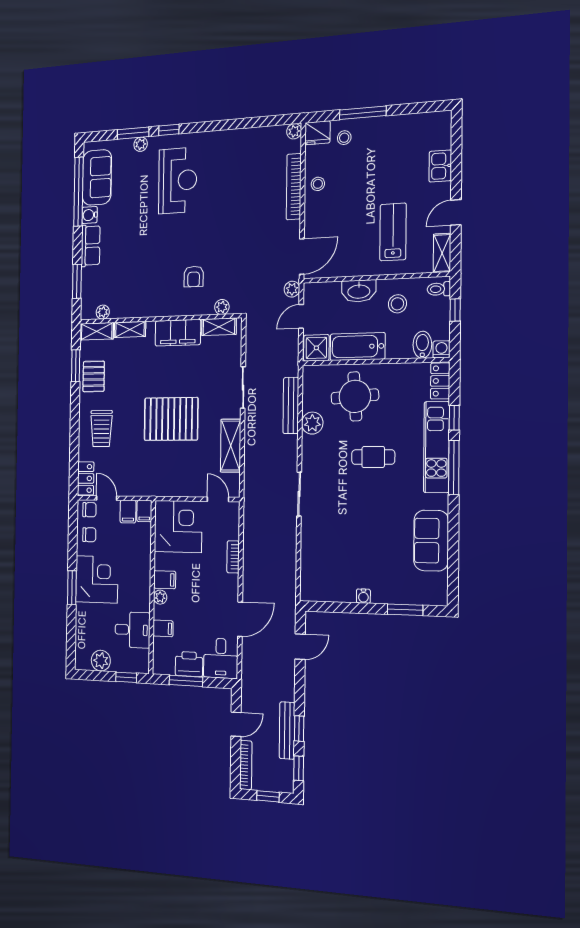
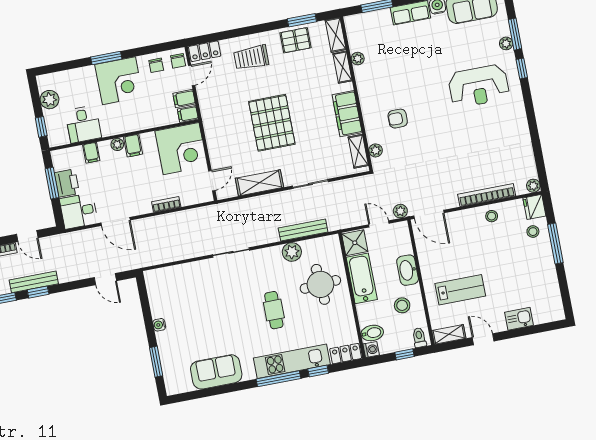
plant: (103, 312) -> (358, 59), moved

